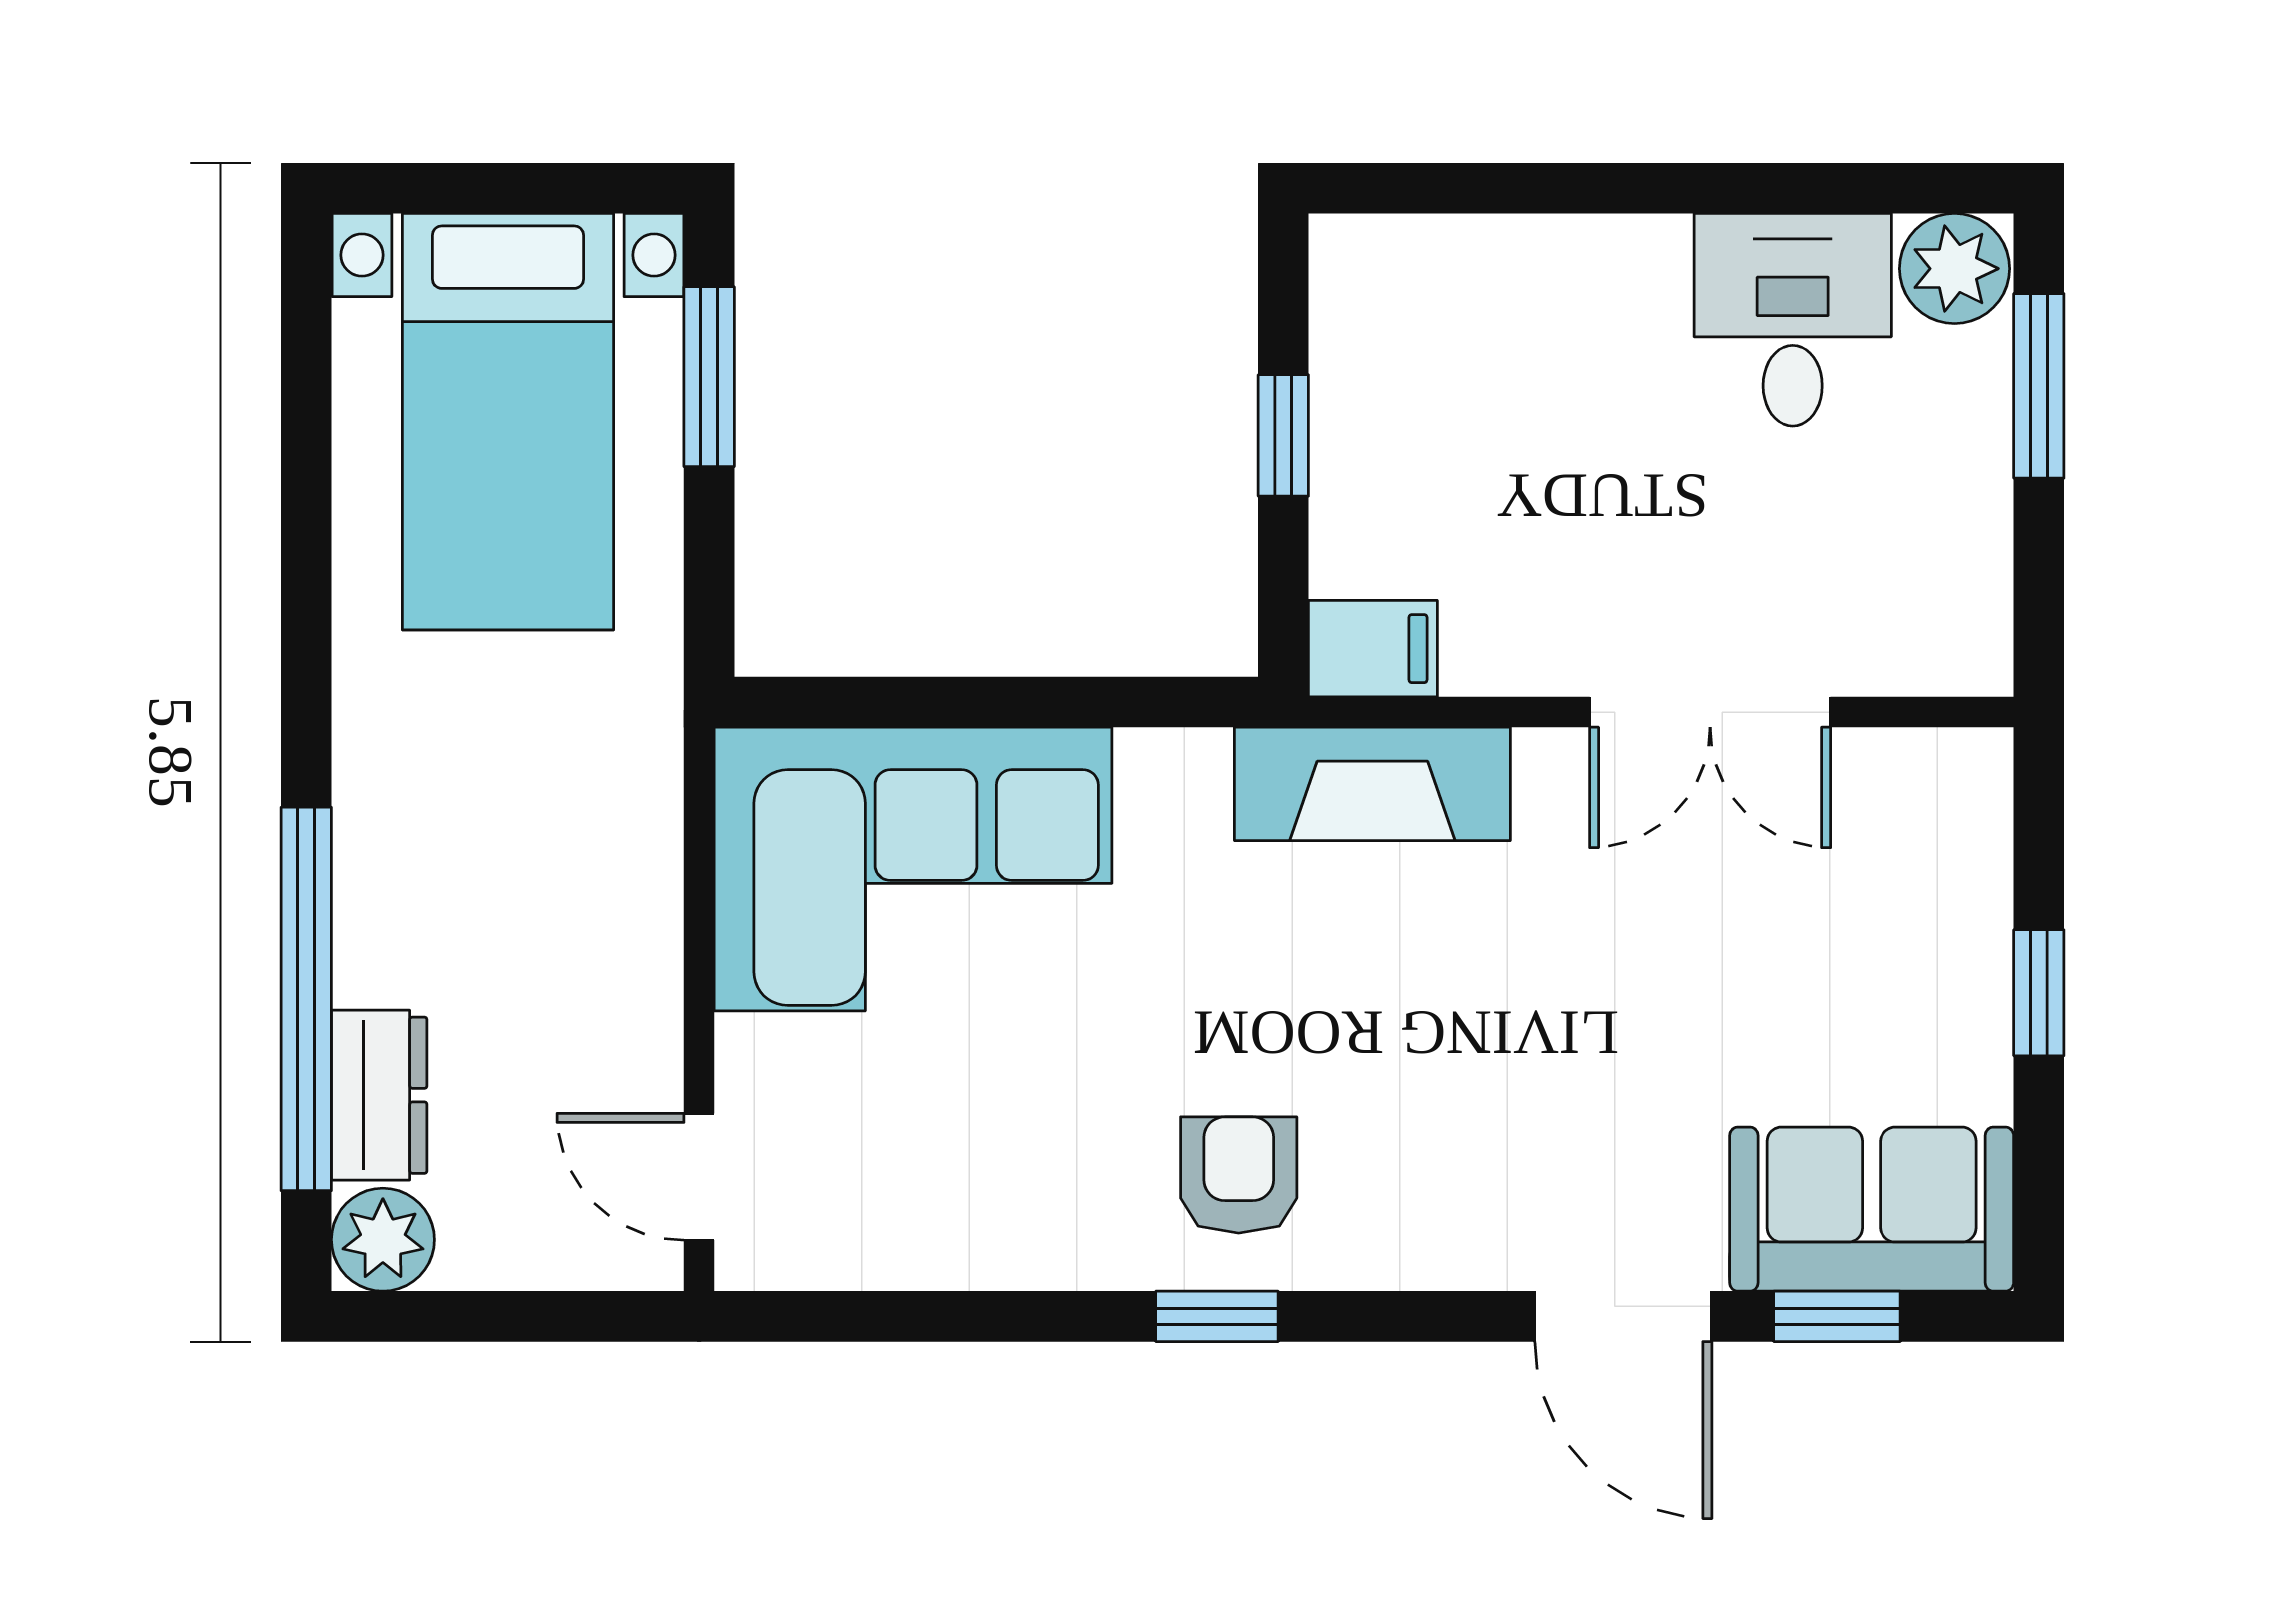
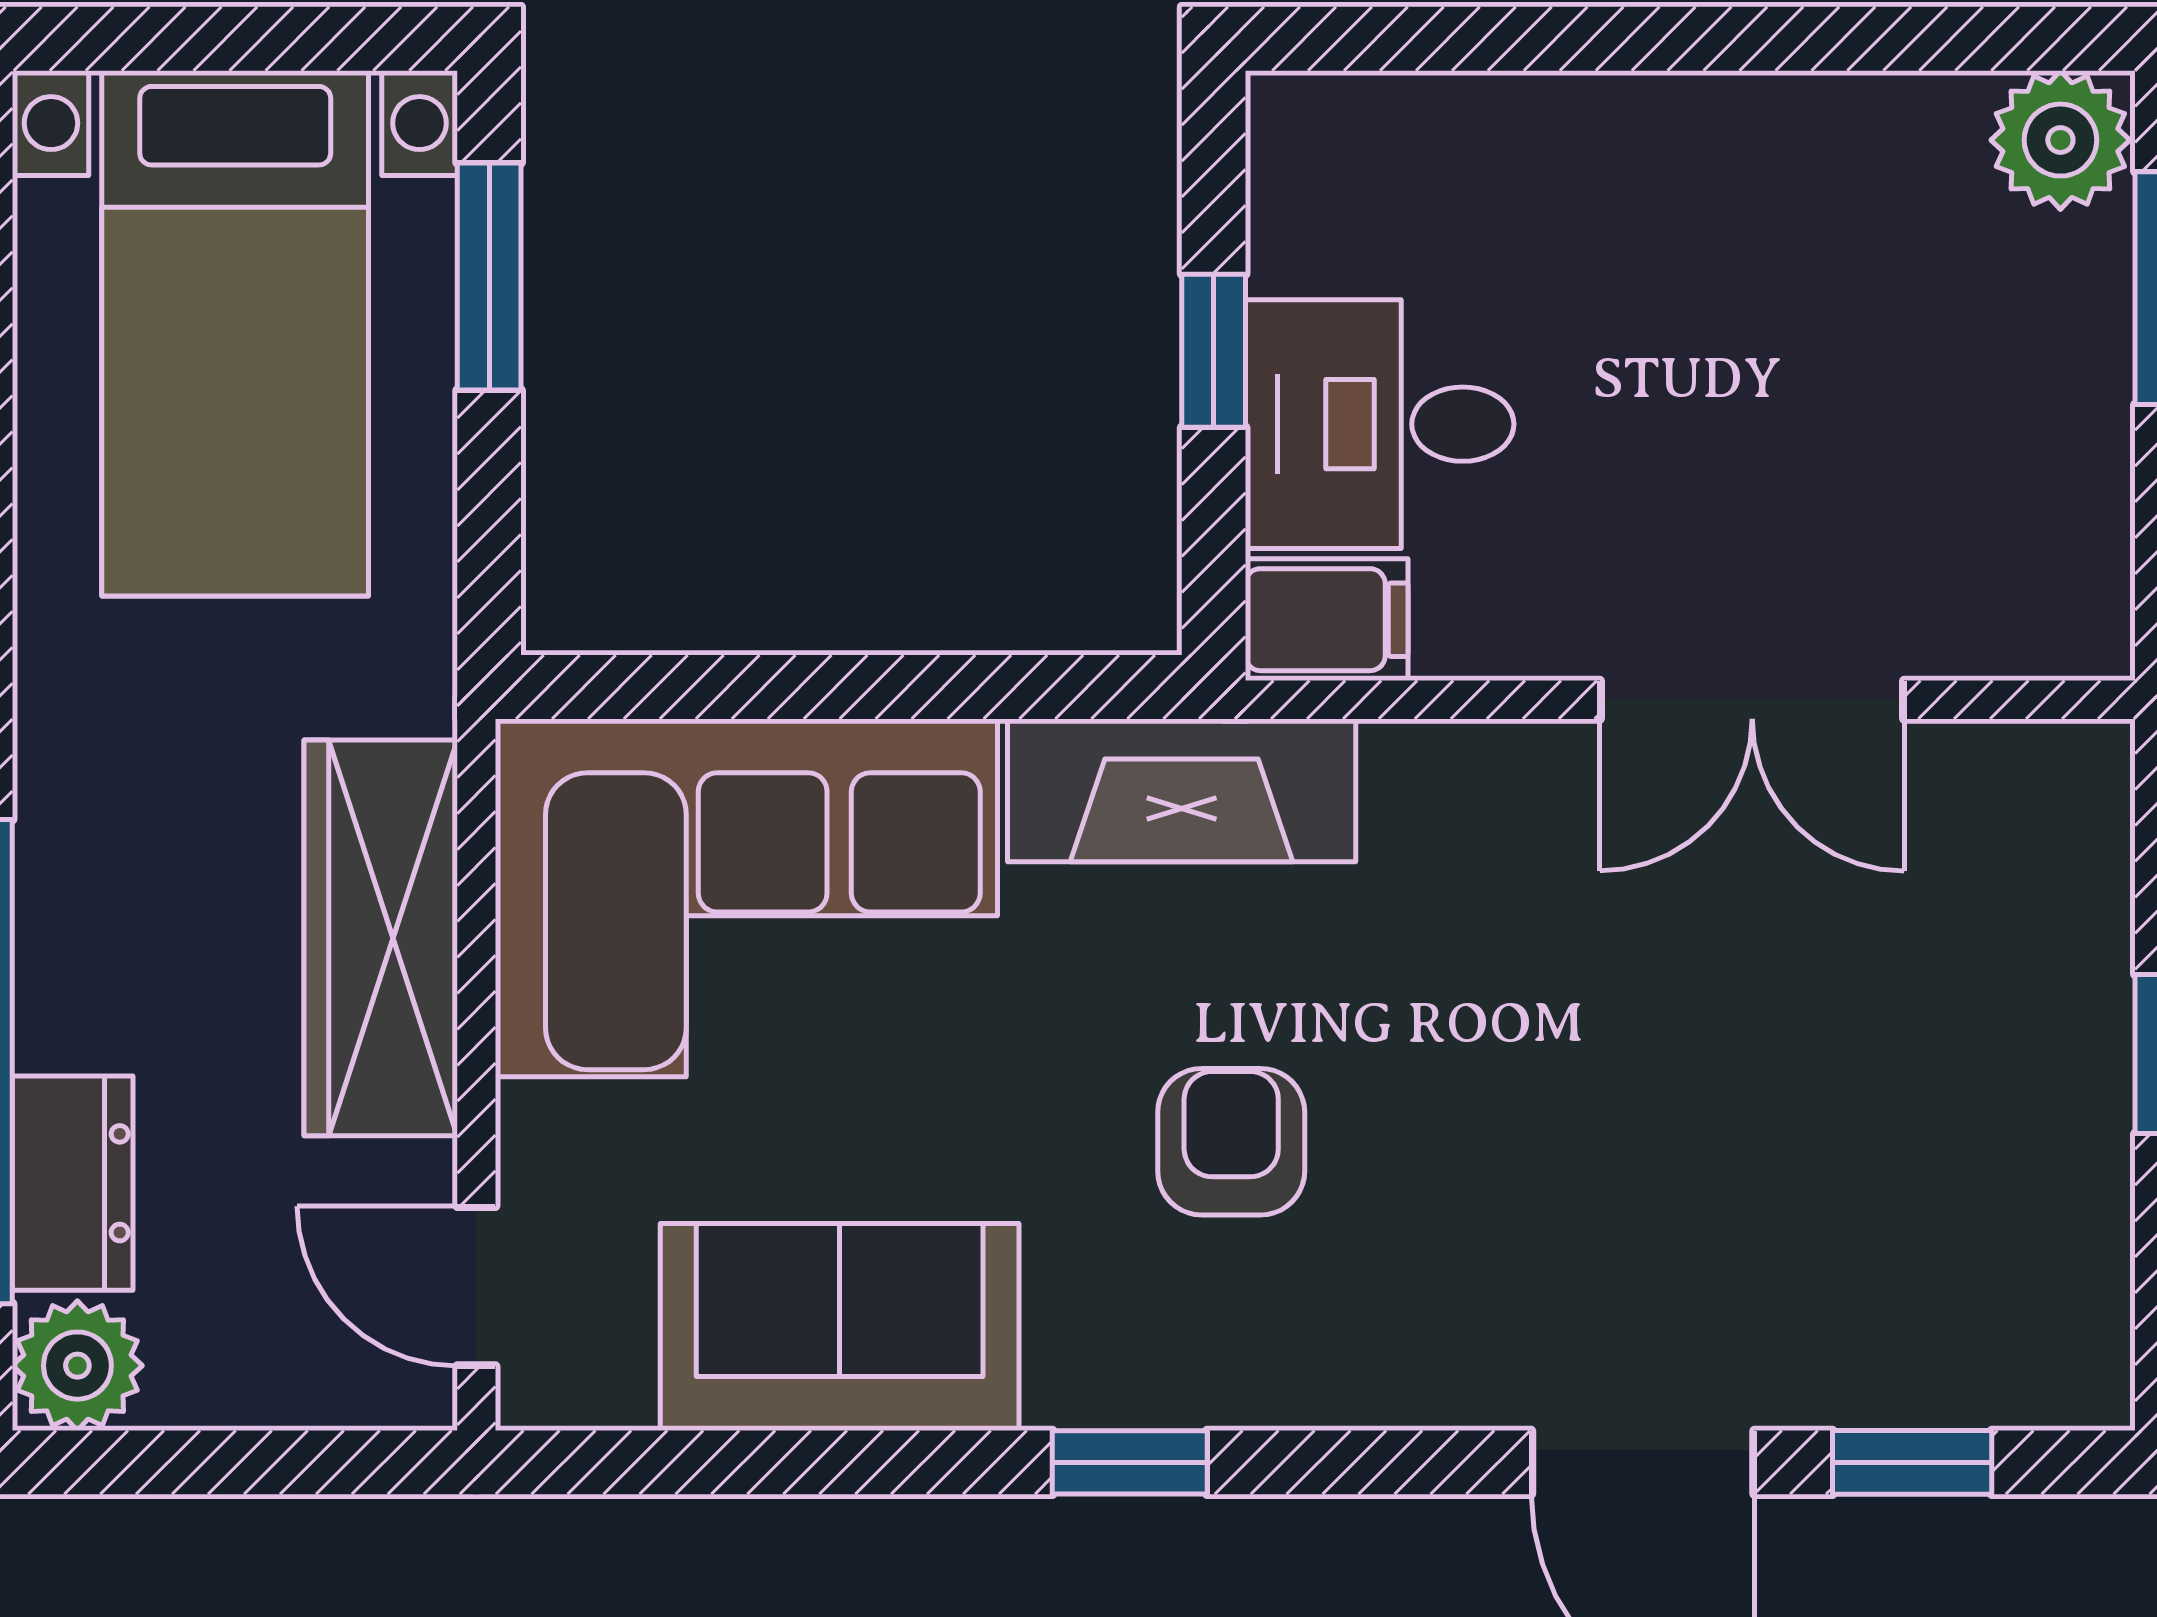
desk: (1793, 320) -> (1380, 424), moved, turned -90
fireplace: (1372, 784) -> (1182, 790), moved
wardrobe: (623, 901) -> (381, 938), added
armchair: (1239, 1175) -> (1231, 1142), moved
sofa: (1872, 1209) -> (840, 1327), moved

